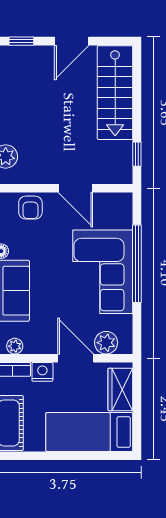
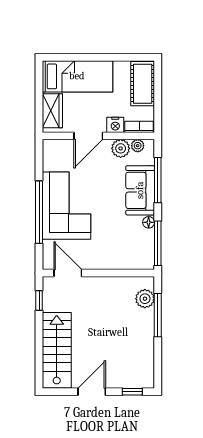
door: (75, 188) -> (68, 273), moved
armchair: (30, 208) -> (125, 257), removed
plant: (106, 343) -> (121, 148), moved
door: (76, 358) -> (88, 136), hinge flipped

